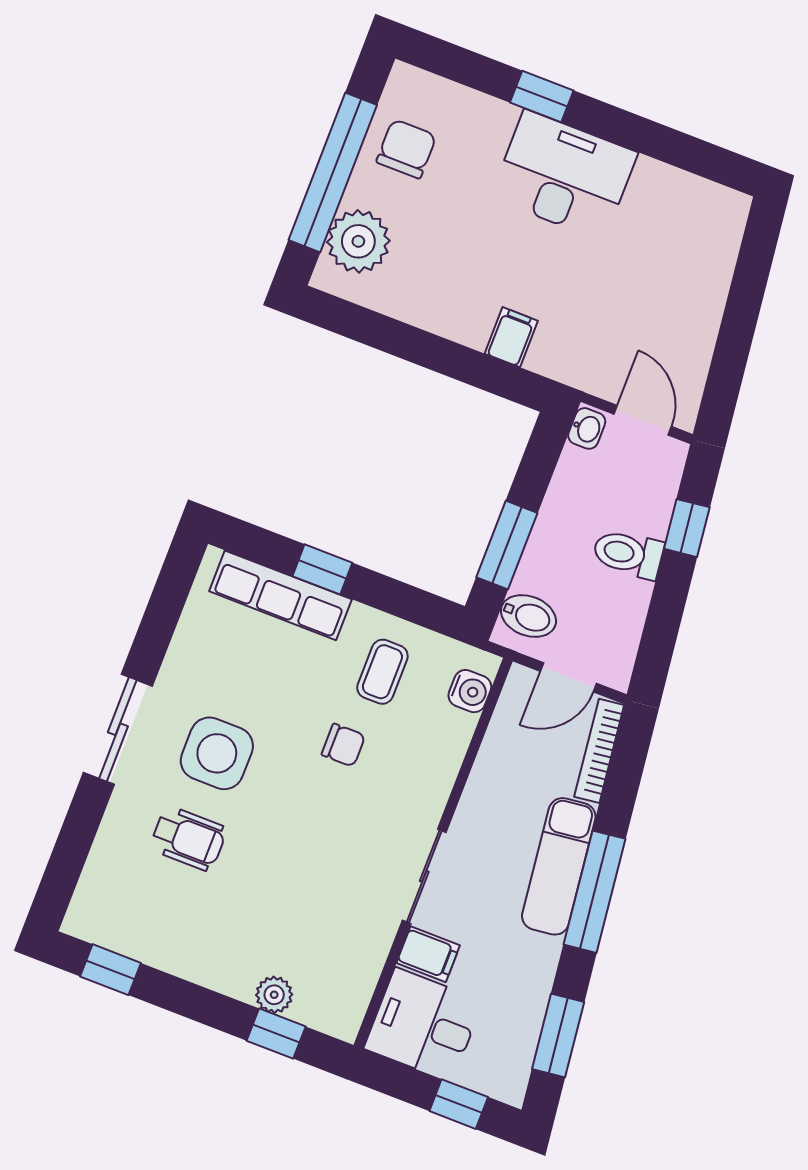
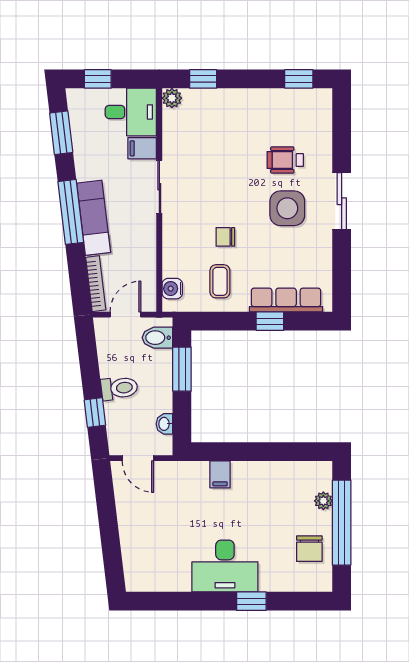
plant: (358, 241) -> (323, 501), width x0.53, depth x0.53
washbasin: (587, 428) -> (164, 424), moved
plant: (274, 995) -> (172, 98), moved

